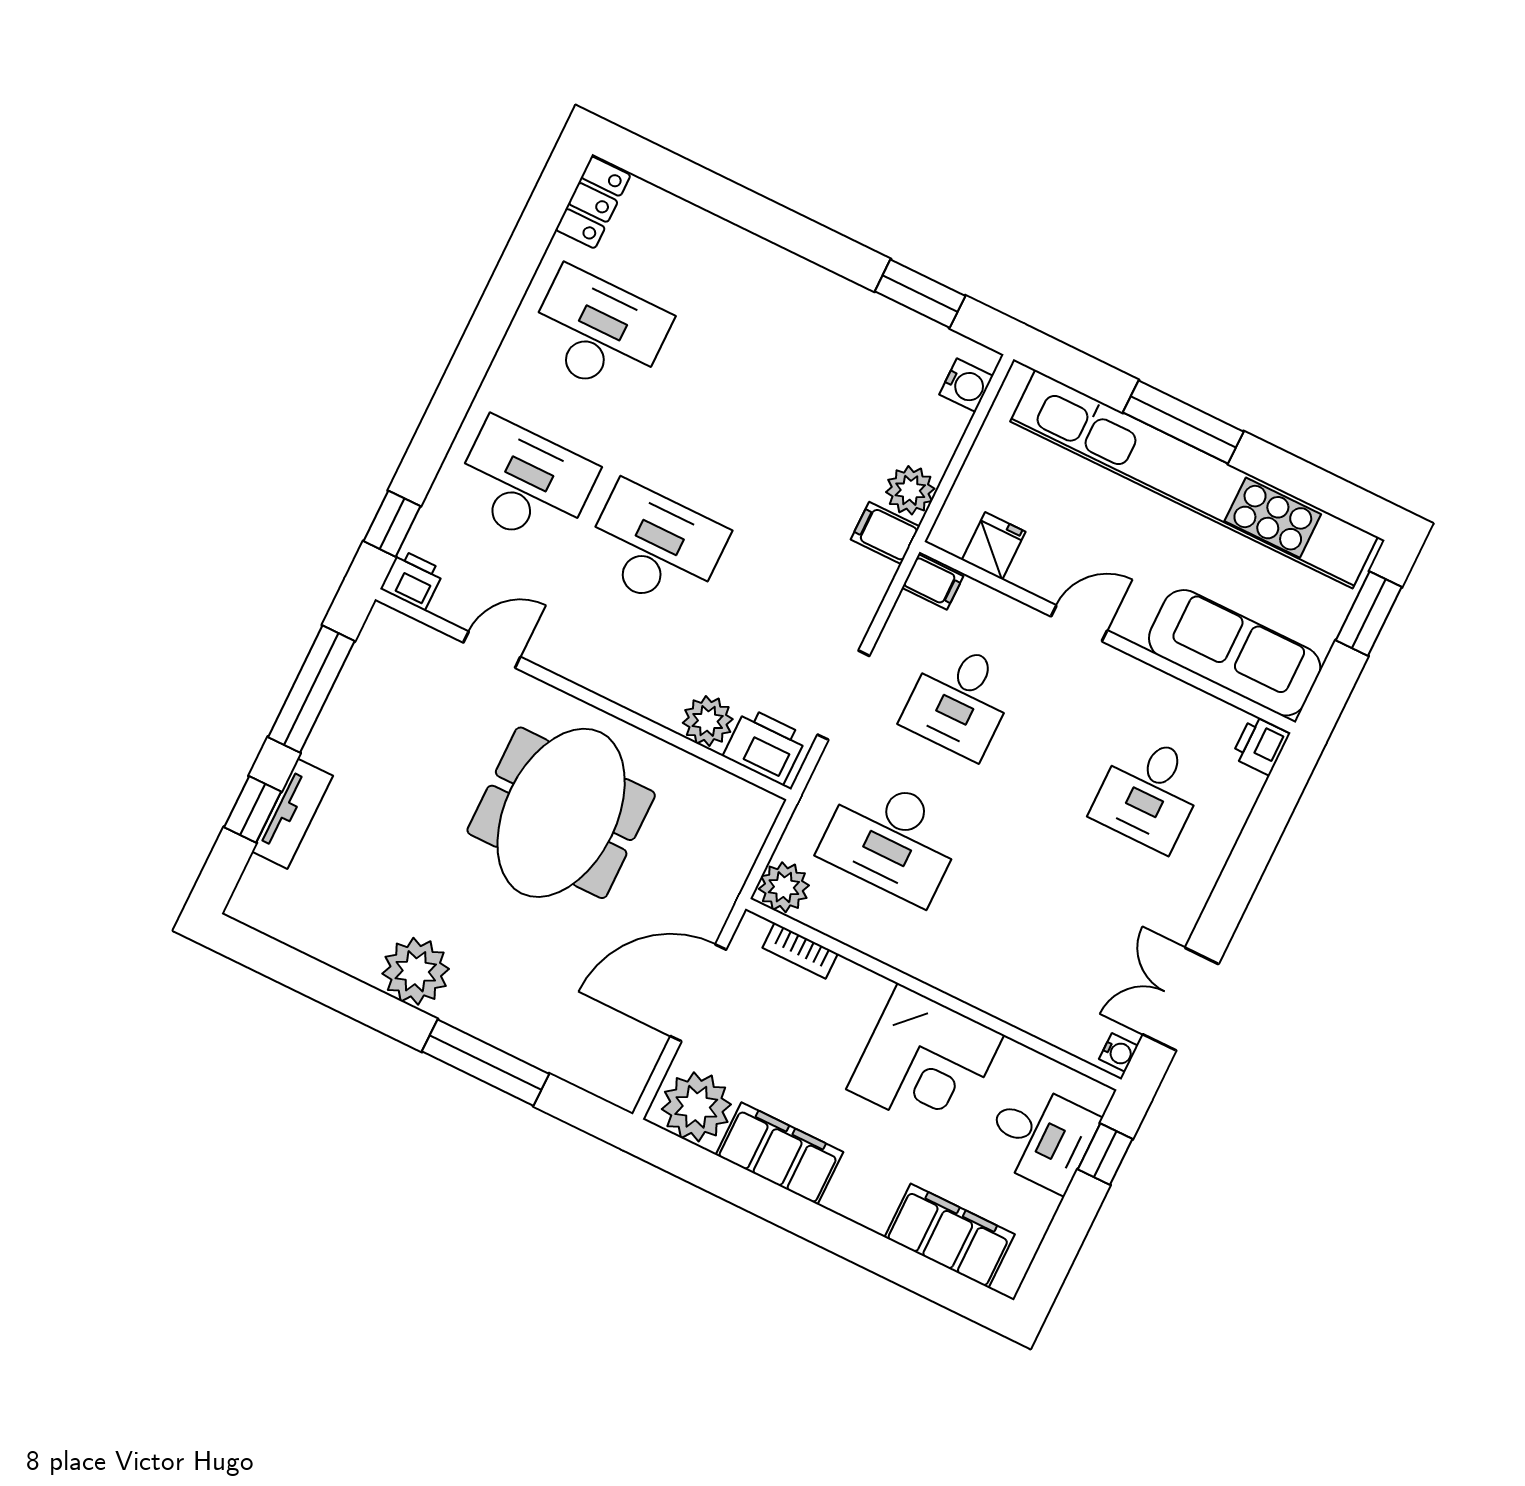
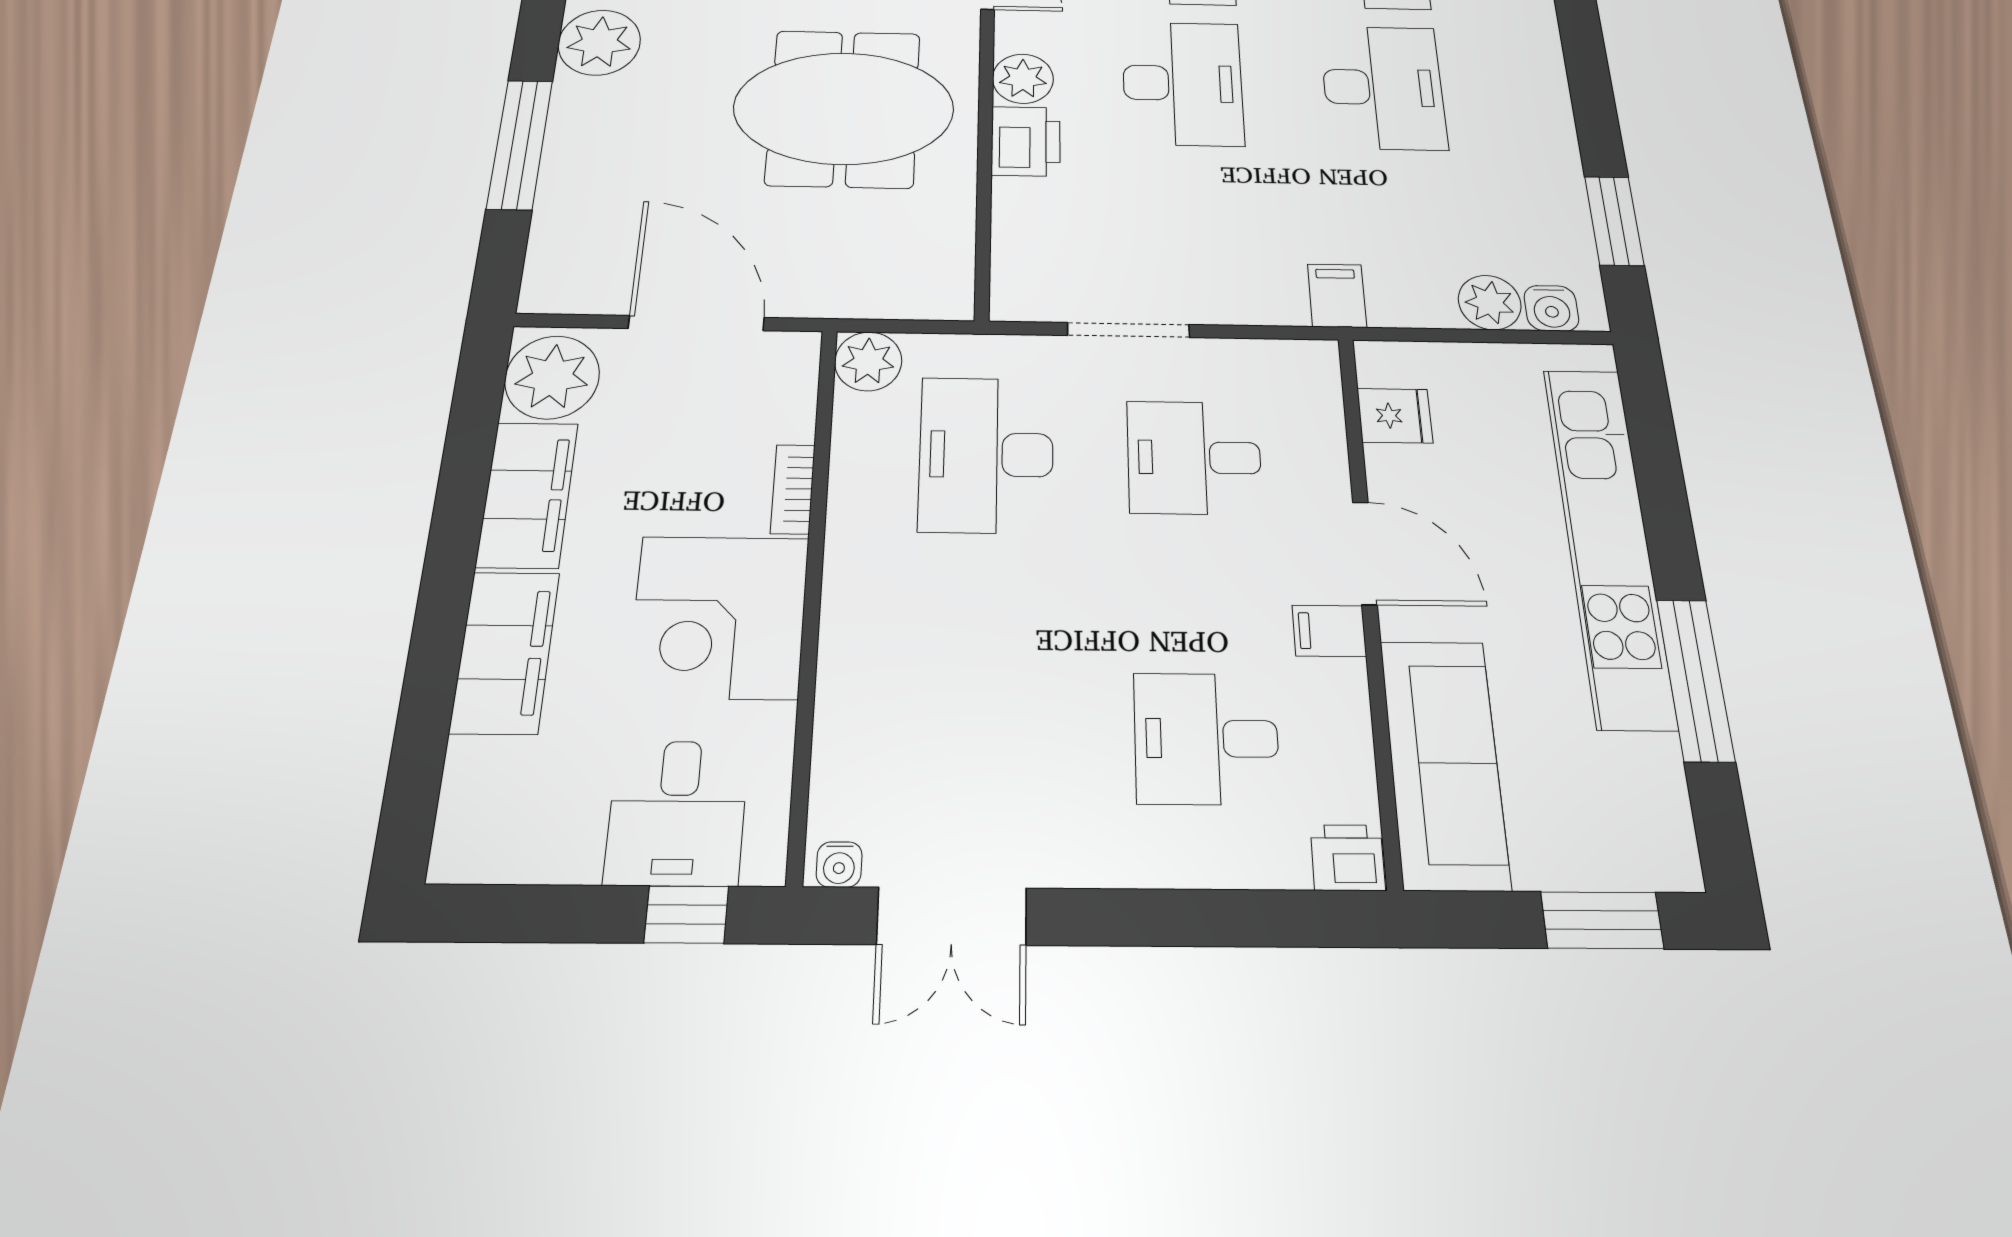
desk: (729, 396) -> (1383, 87), added
window: (1183, 422) -> (1695, 680), moved
kitchen unit: (1194, 479) -> (1608, 542), width x0.73
plant: (910, 490) -> (1490, 302), moved
filing cabinet: (933, 582) -> (1329, 631), moved, turned 90
door: (1079, 623) -> (1365, 553), width x1.38
plant: (708, 721) -> (1023, 79), moved
printer: (765, 746) -> (1026, 141), moved
bookcase: (800, 951) -> (793, 489), moved
double door: (1181, 999) -> (952, 916), swing flipped
filing cabinet: (950, 1236) -> (505, 652), moved

